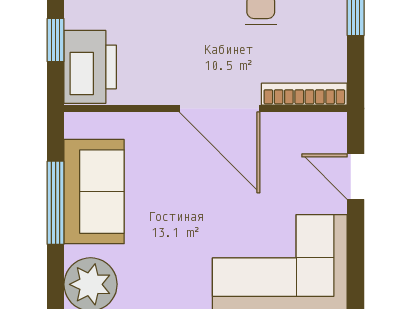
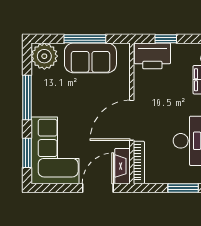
fireplace: (312, 127) -> (122, 166), added
door: (356, 177) -> (98, 188), width x1.38

